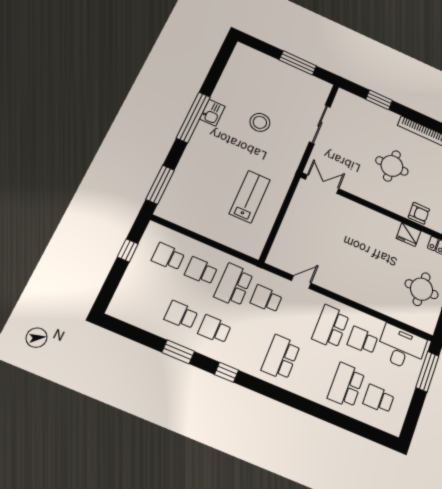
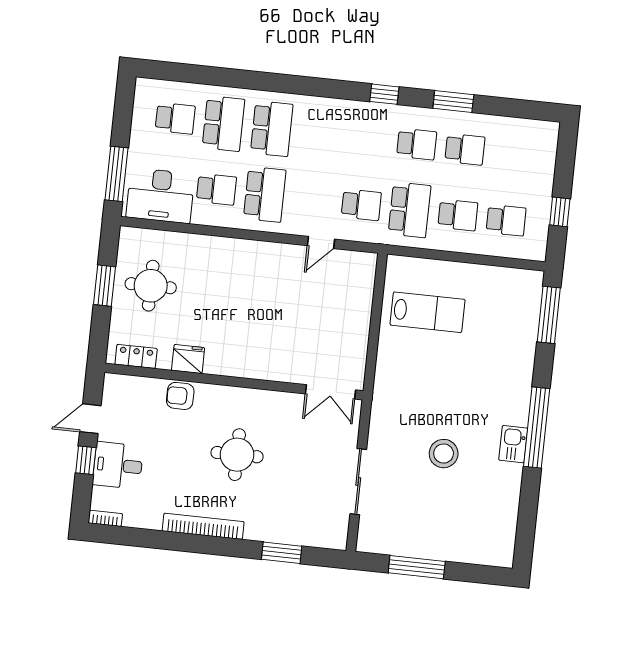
lab bench: (250, 197) -> (428, 312), moved, turned -90
school desk: (281, 357) -> (272, 129), moved

